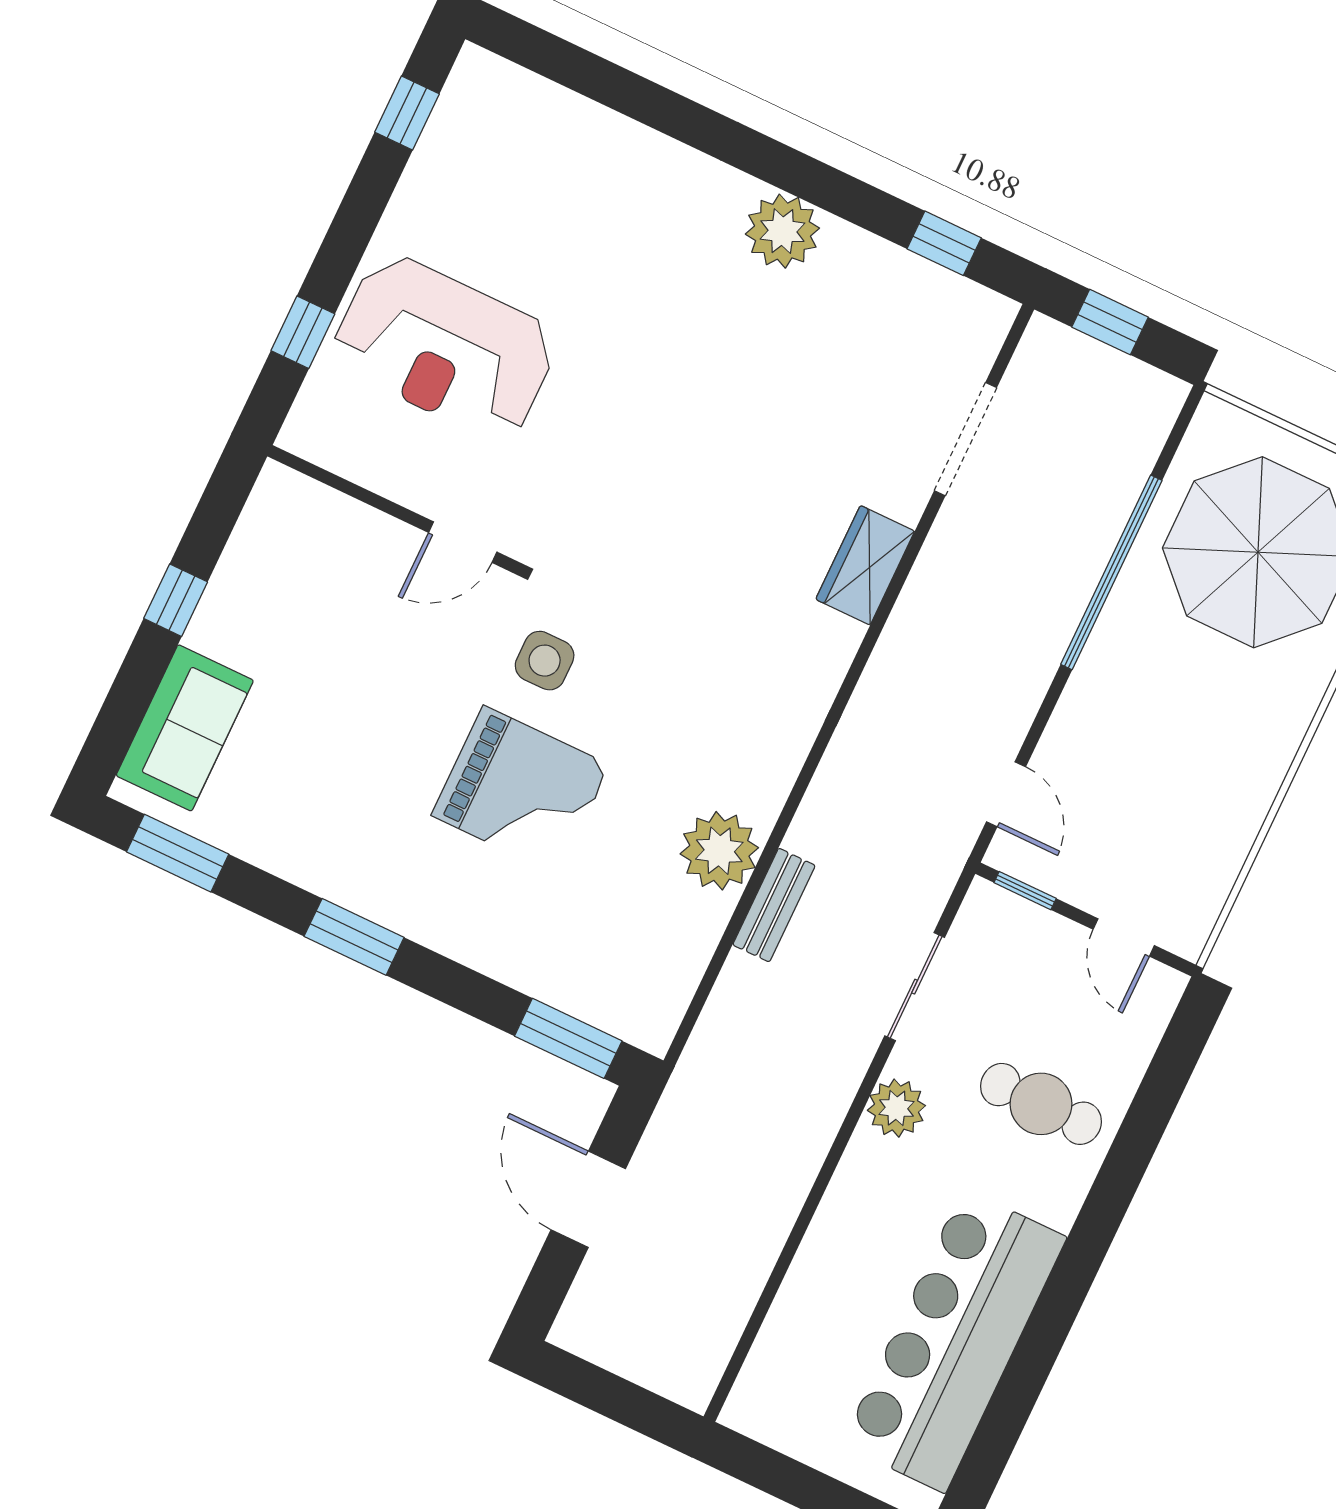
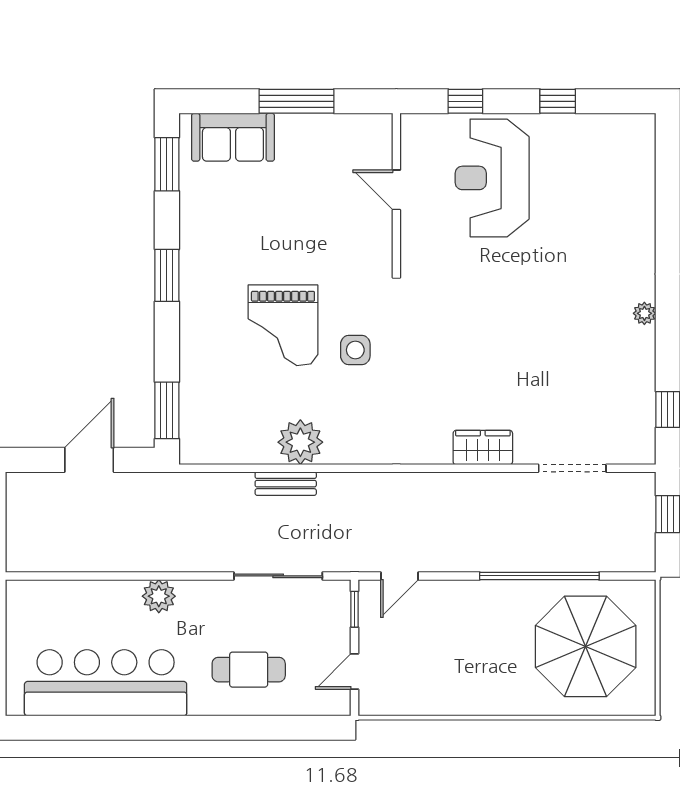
window: (407, 113) -> (558, 101), moved
plant: (782, 231) -> (644, 313), width x0.53, depth x0.53
door: (463, 542) -> (396, 190), moved
window: (176, 600) -> (296, 101), width x2.17
side table: (545, 661) -> (355, 350), moved
sliding door: (915, 987) -> (278, 576), width x1.37
cafe table: (1041, 1104) -> (249, 670), turned 90
plant: (896, 1108) -> (159, 596), moved

